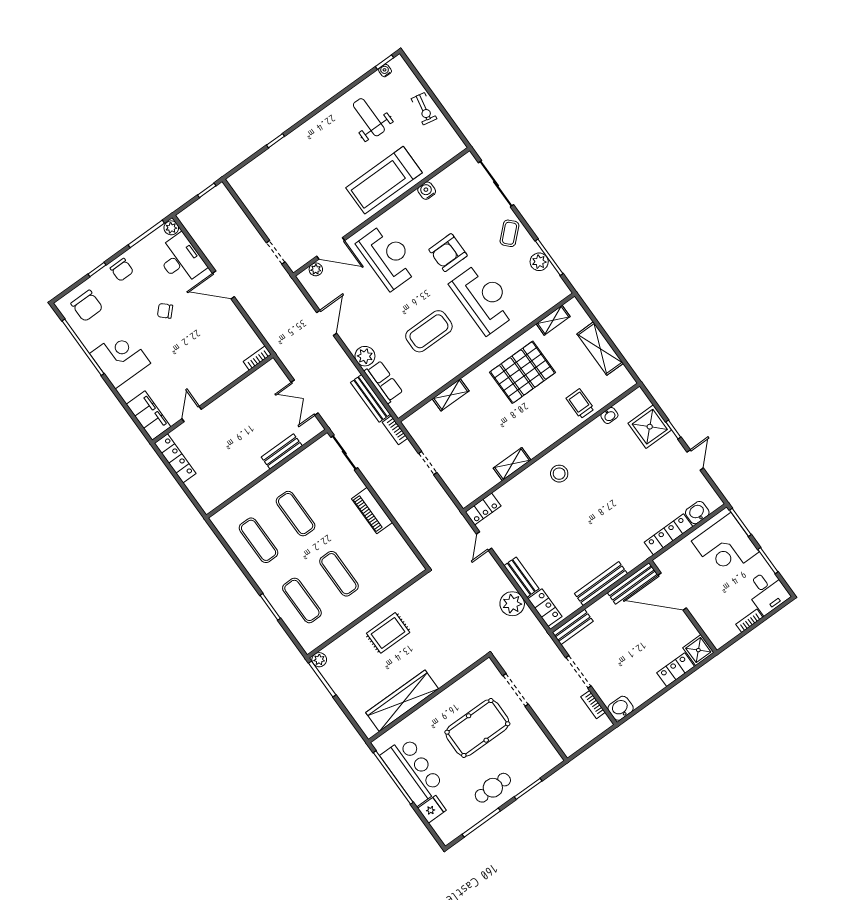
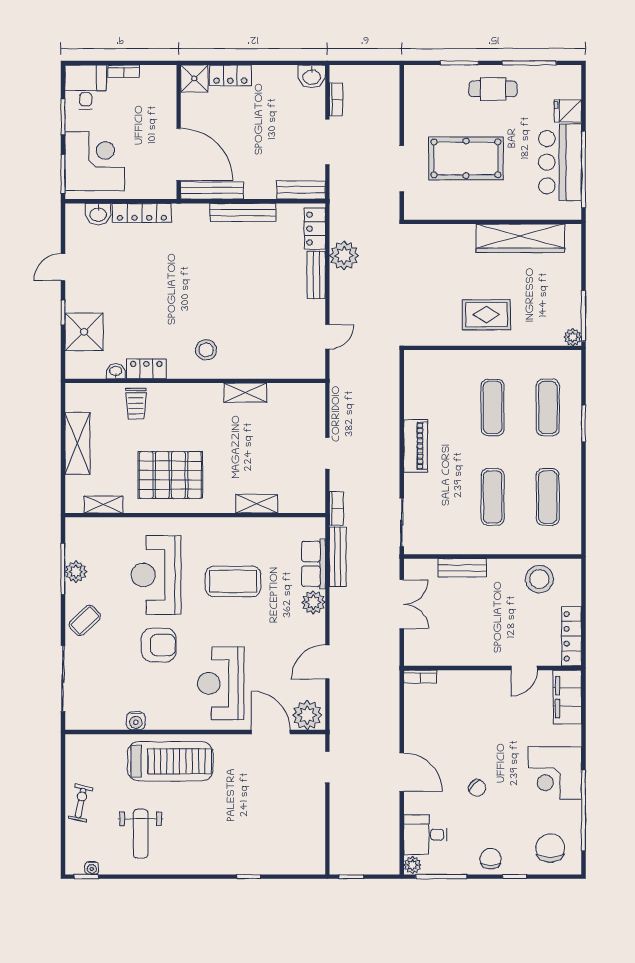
desk: (181, 259) -> (425, 835), width x0.73
plant: (316, 269) -> (307, 715), width x1.88, depth x1.88
stool: (224, 481) -> (539, 579), added
locker: (483, 509) -> (146, 369), moved

